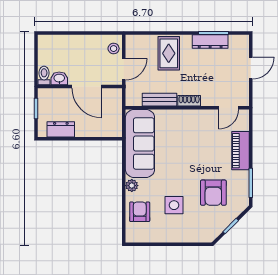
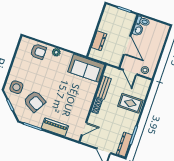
dresser: (210, 42) -> (124, 144), moved
door: (87, 87) -> (127, 45), swing flipped
door: (229, 108) -> (84, 129), swing flipped
dresser: (61, 129) -> (99, 41), moved
sofa: (140, 143) -> (86, 68), width x0.73
armchair: (213, 193) -> (35, 101), turned -150
side table: (174, 205) -> (16, 87), moved

